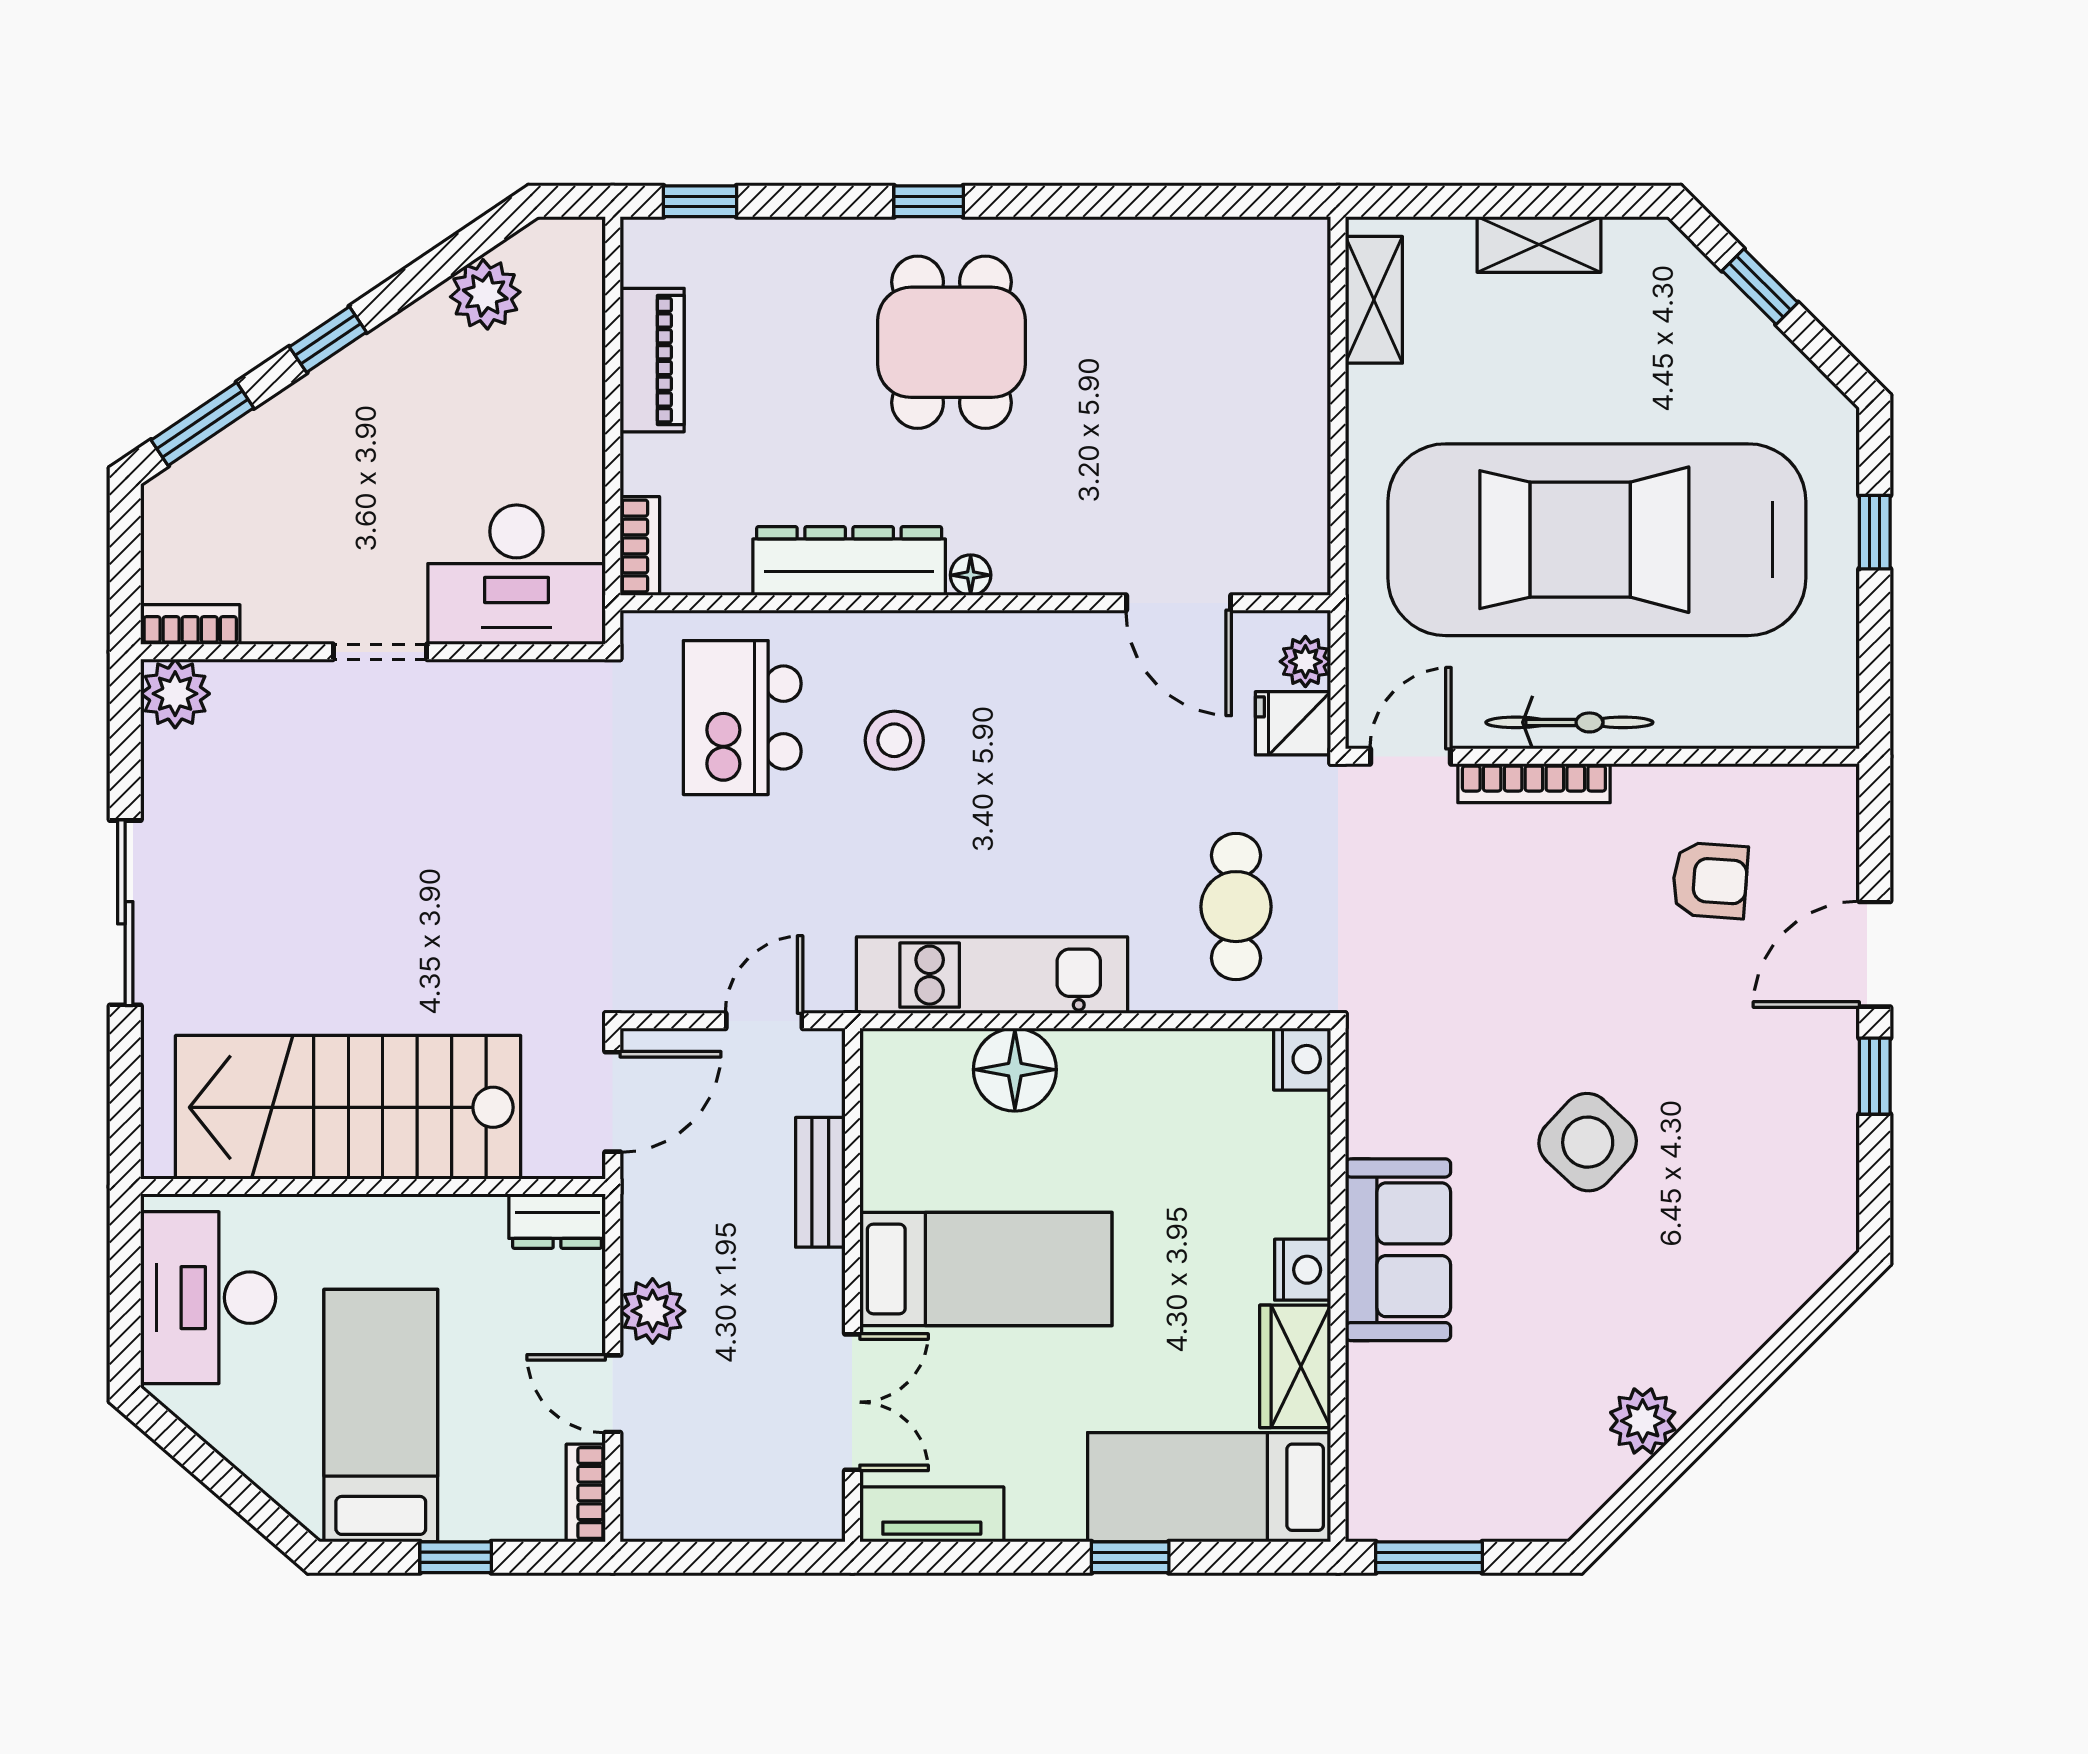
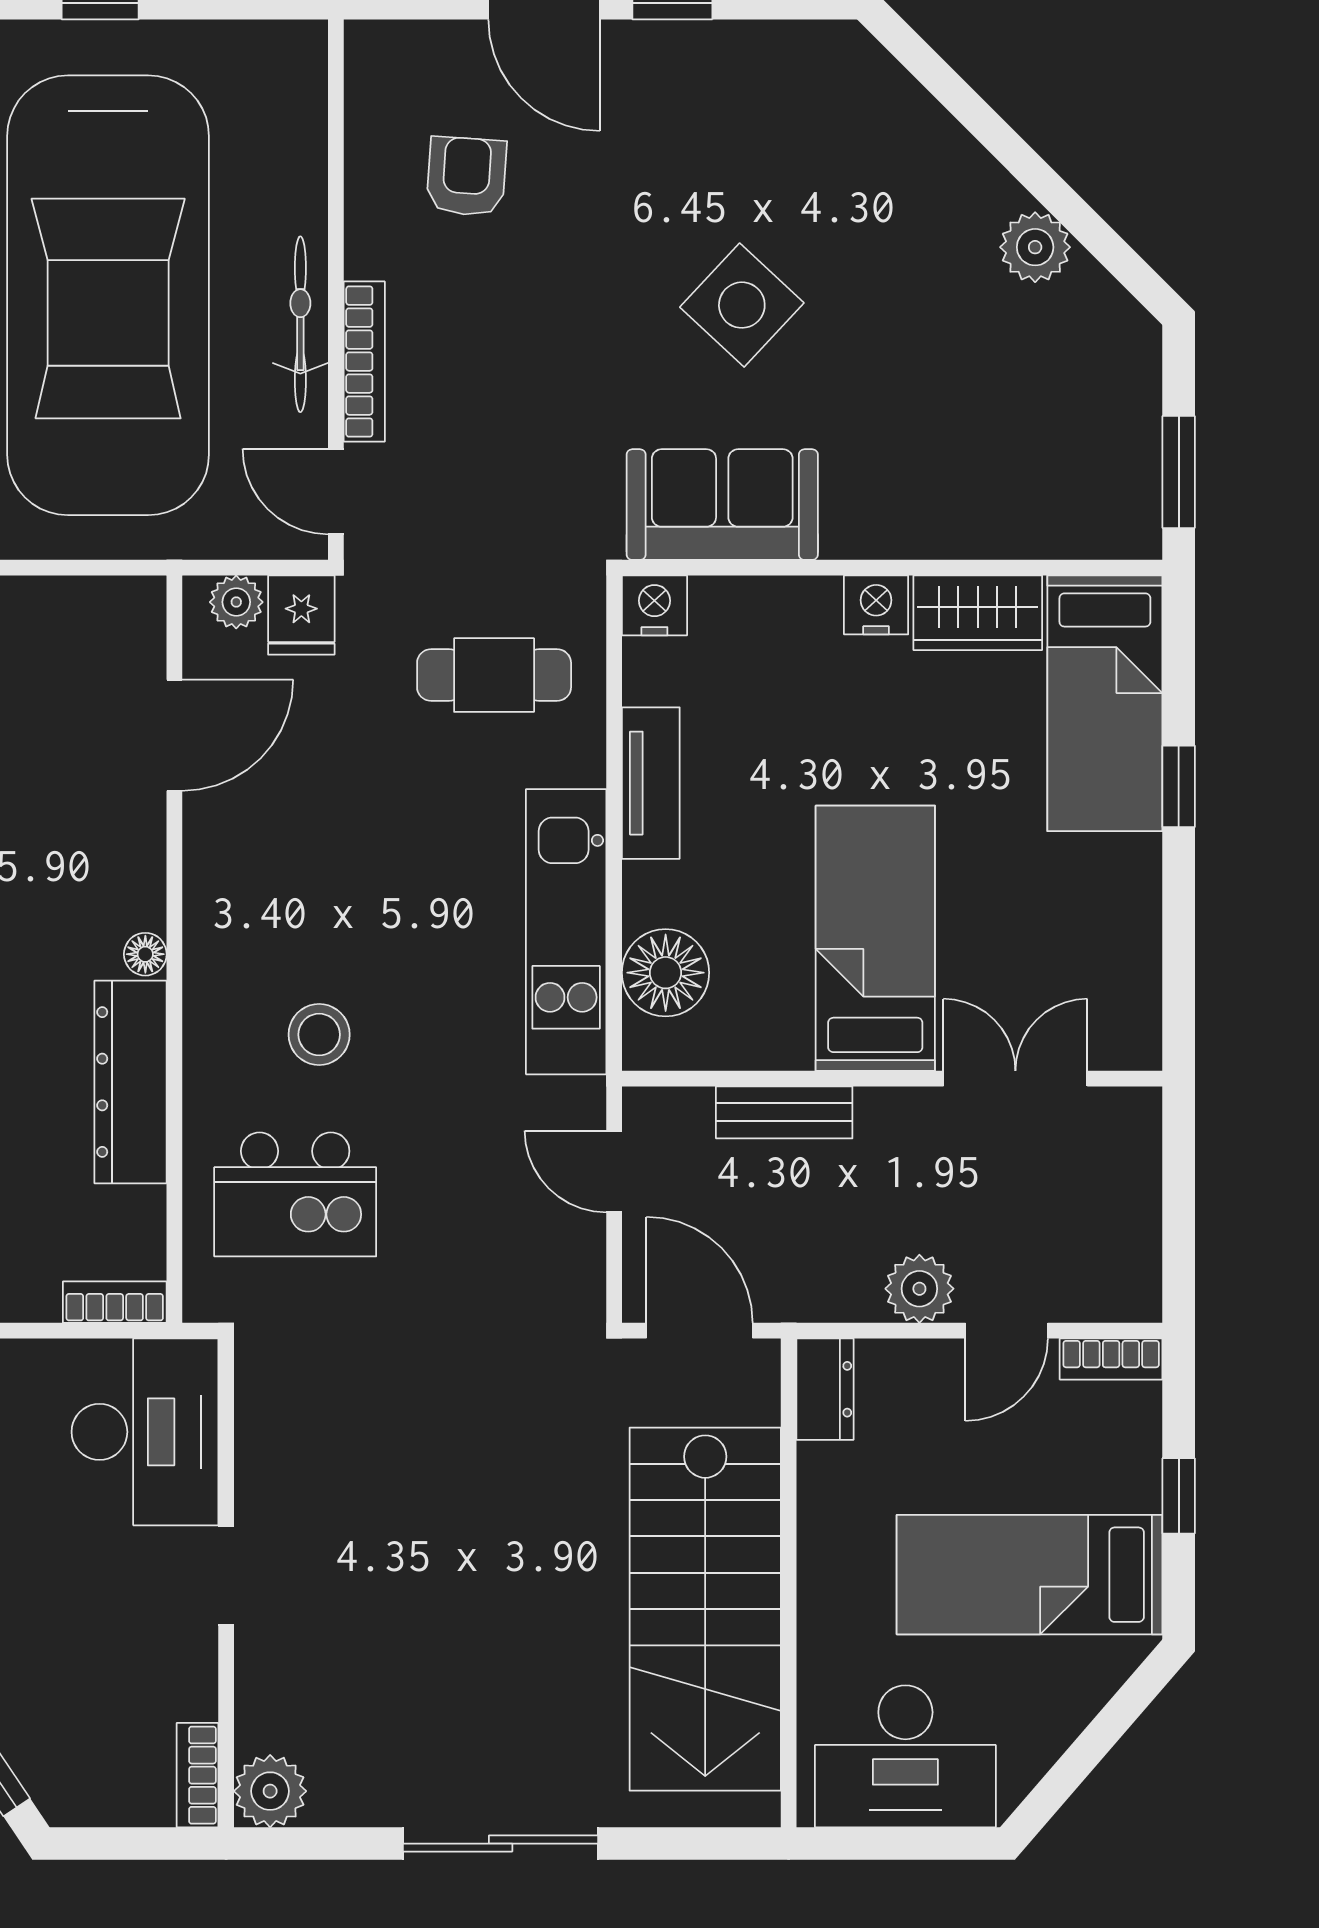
floor lamp: (1015, 1070) -> (666, 973), moved
sofa: (1398, 1250) -> (722, 505), moved
tv unit: (932, 1514) -> (651, 783), moved, turned 180

